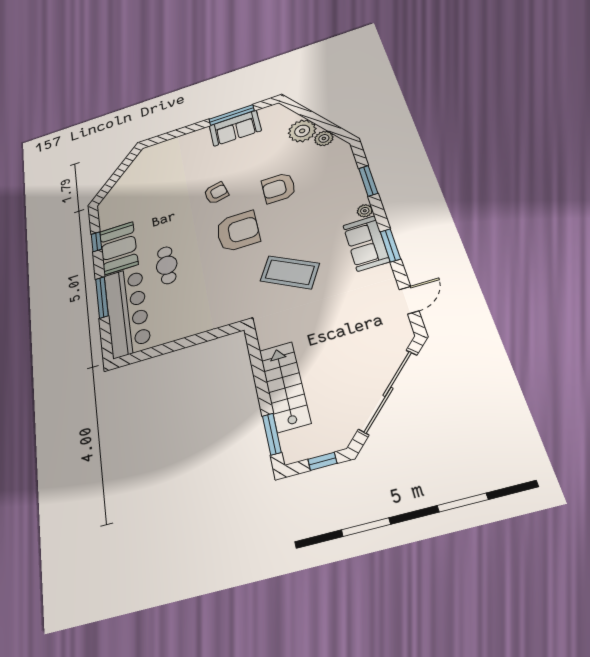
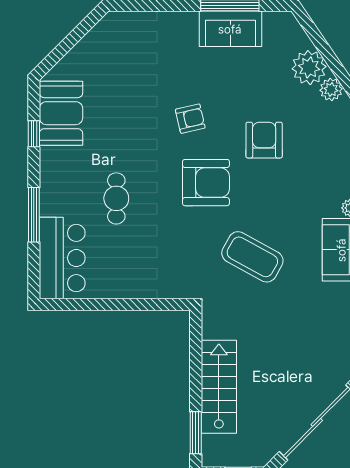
armchair: (279, 188) -> (264, 140), turned 90
booth: (119, 248) -> (61, 113), moved
bar counter: (127, 311) -> (62, 258), width x0.73

